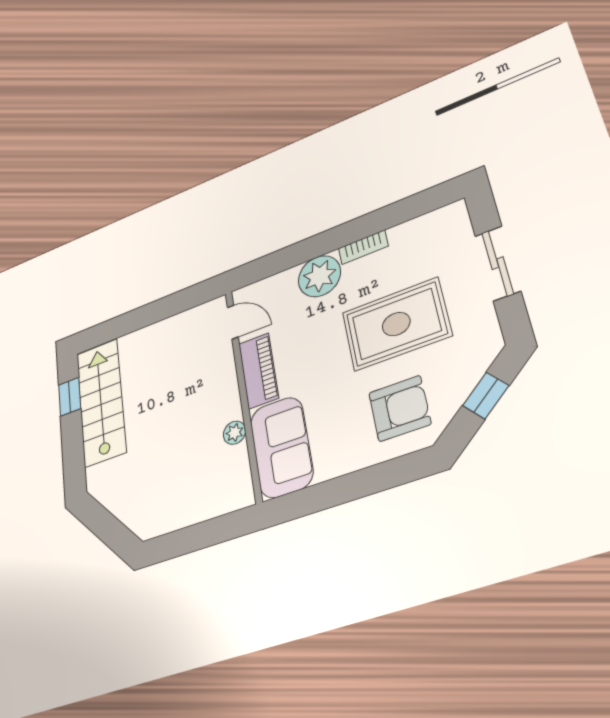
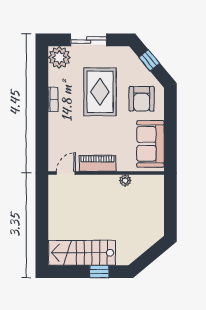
plant: (319, 276) -> (59, 57), moved
window: (70, 397) -> (99, 272), moved
armchair: (400, 408) -> (142, 99), turned 180
sofa: (281, 447) -> (150, 144), moved, turned -90

